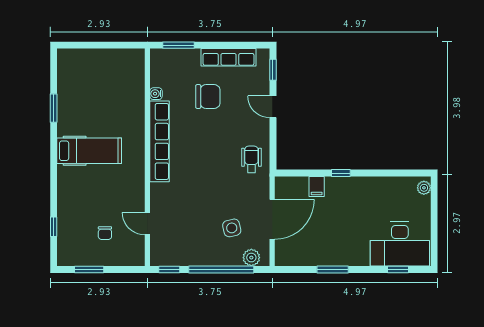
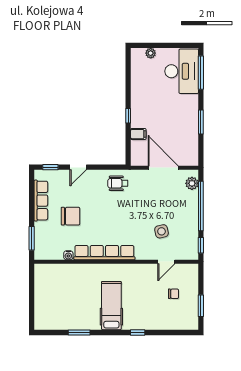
chair: (208, 97) -> (70, 216), turned 90
plant: (424, 188) -> (151, 53), moved
window: (54, 227) -> (138, 332), moved
side table: (232, 228) -> (162, 231), moved
window: (398, 269) -> (201, 73), width x2.17

